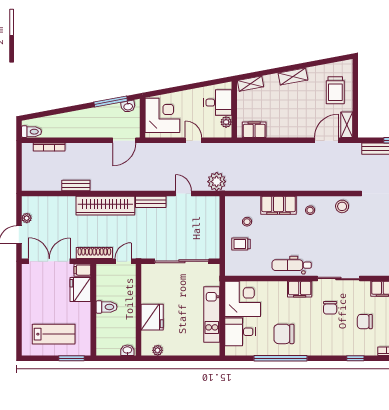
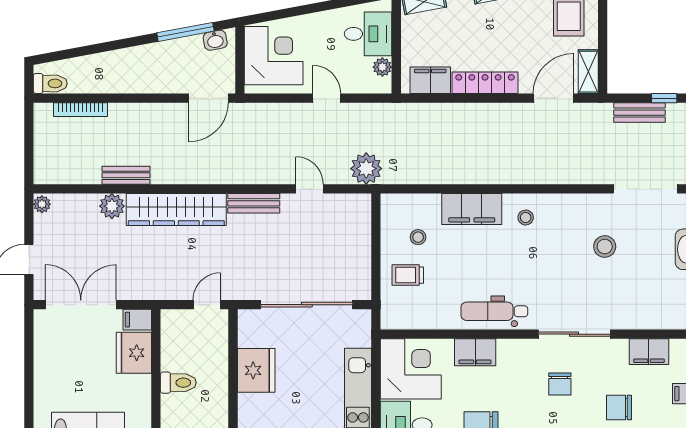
locker: (286, 131) -> (485, 83), added
plant: (68, 204) -> (112, 206), added
stool: (342, 206) -> (605, 246), moved
plant: (27, 218) -> (42, 204), moved
shoe rack: (94, 253) -> (158, 291), removed
filing cabinet: (300, 289) -> (475, 352), moved
fridge: (152, 317) -> (256, 370), moved

